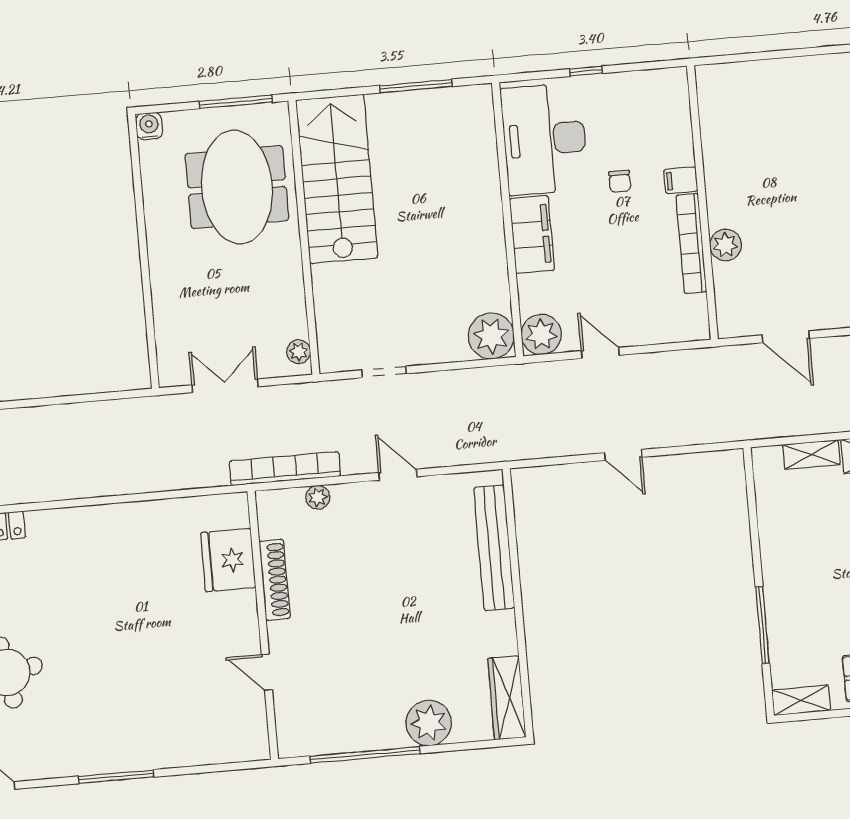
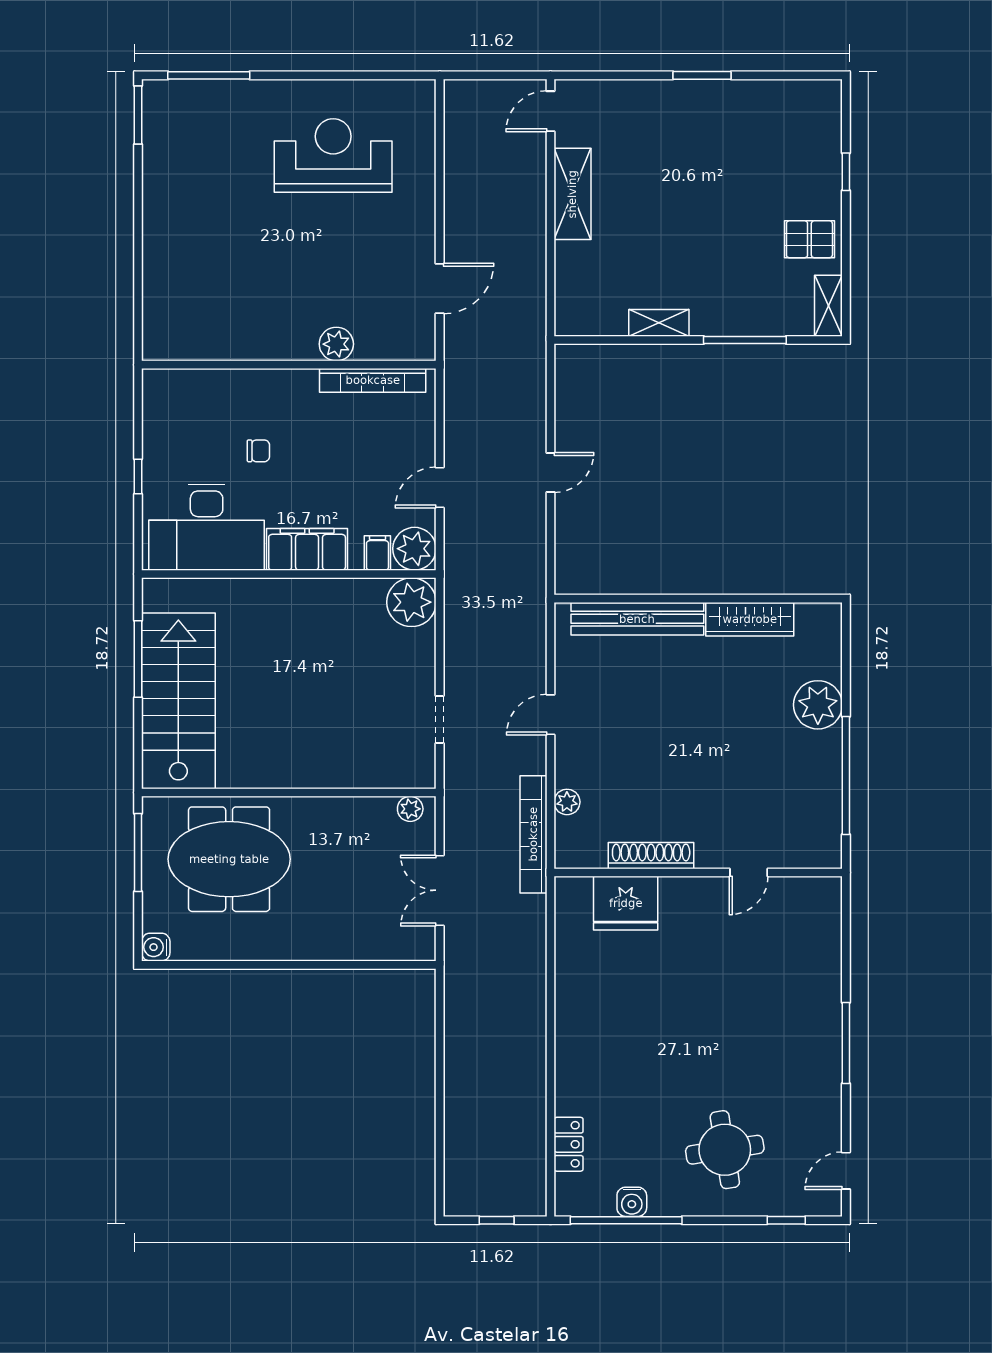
stairs: (337, 179) -> (178, 701), moved, turned 90
filing cabinet: (681, 180) -> (377, 553), moved, turned 180
bookcase: (691, 244) -> (373, 380), moved
shelving: (811, 455) -> (659, 323), moved, turned 90
wardrobe: (507, 698) -> (750, 619), moved

